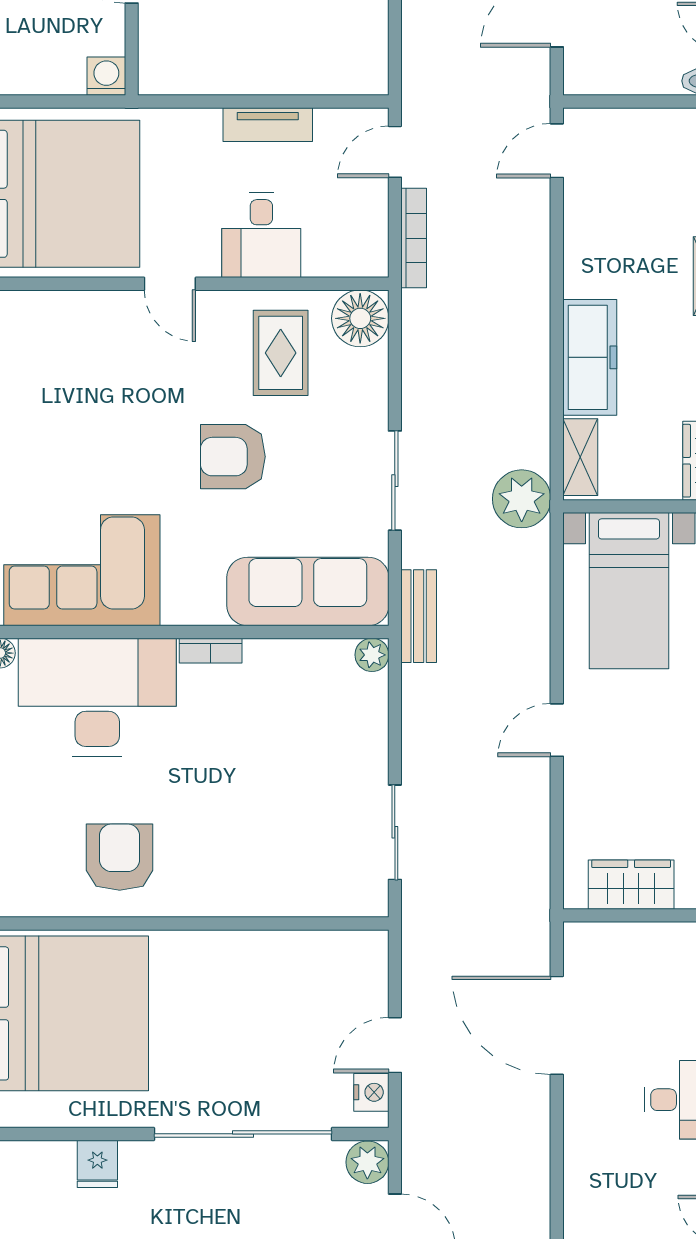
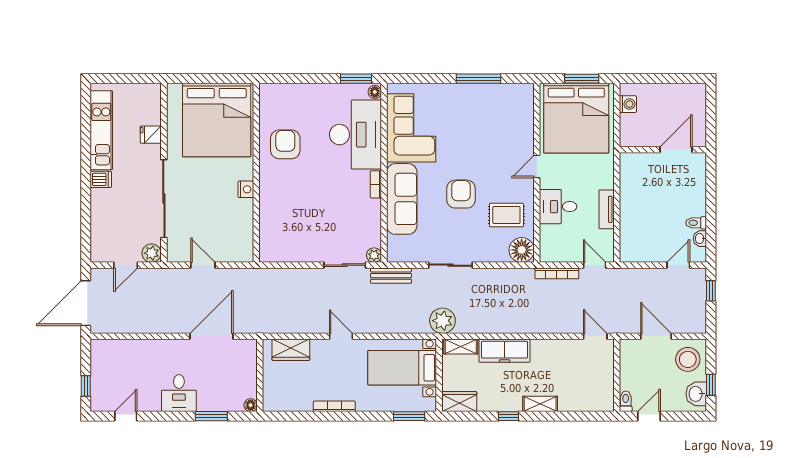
washing machine: (106, 76) -> (628, 104), moved
sofa: (308, 591) -> (402, 199), moved
sliding door: (395, 832) -> (345, 265), moved
armchair: (120, 857) -> (285, 144), turned -90
wardrobe: (631, 885) -> (291, 350), moved, turned 90
nightstand: (371, 1092) -> (246, 189), moved, turned -90

